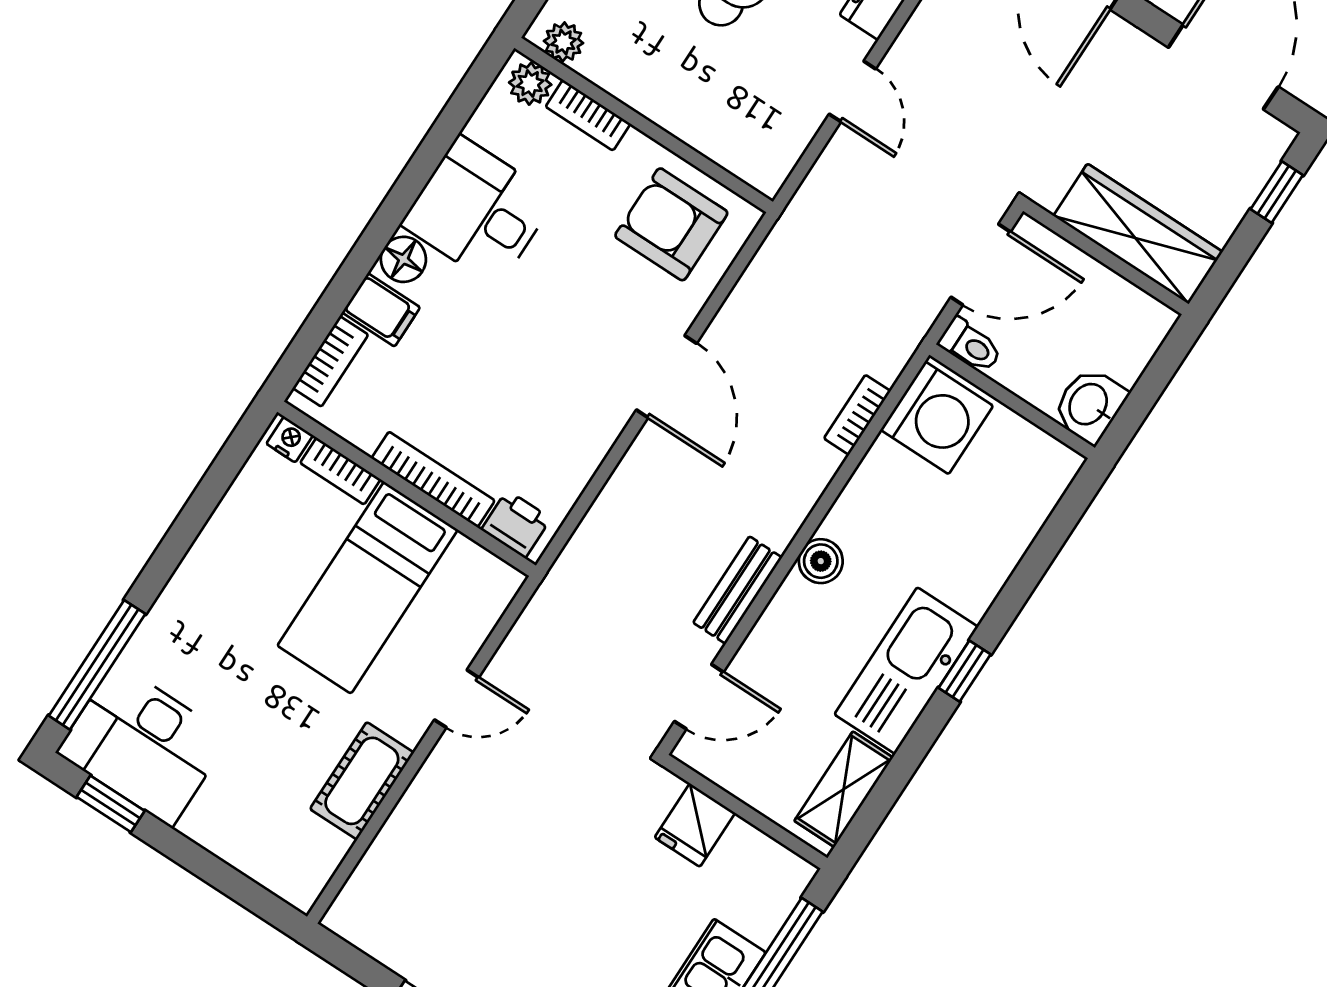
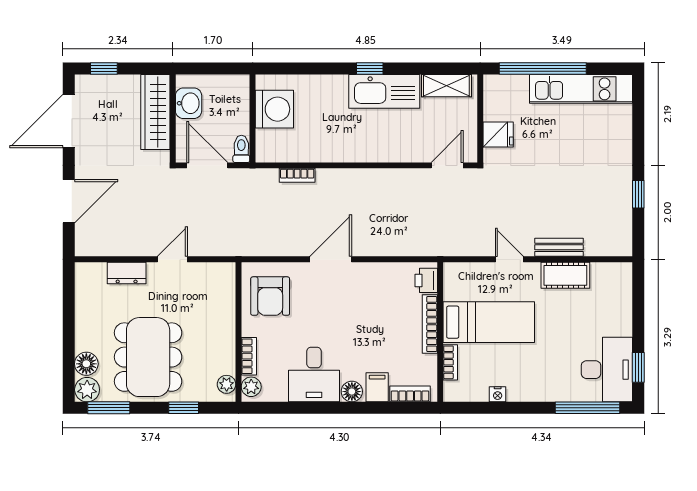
washbasin: (1090, 405) -> (189, 103), moved, turned -90
washing machine: (937, 418) -> (274, 109), moved, turned 90
nightstand: (290, 439) -> (498, 394), moved, turned -90
boiler: (821, 561) -> (363, 152), removed
bench: (738, 590) -> (559, 247), moved
door: (699, 697) -> (447, 165), hinge flipped

